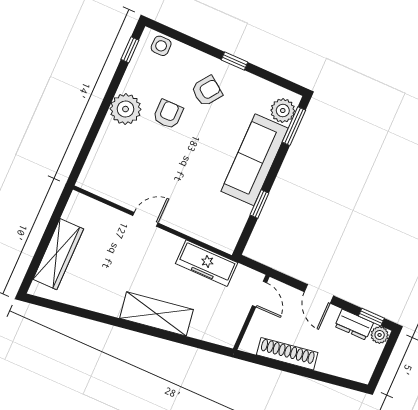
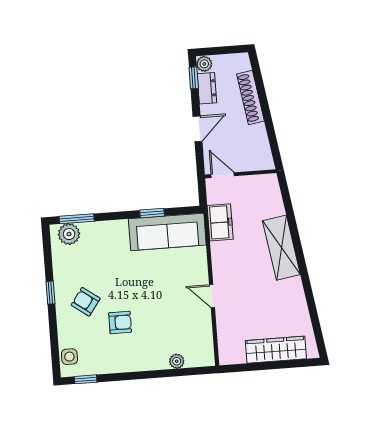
plant: (126, 109) -> (177, 361), moved, width x0.53, depth x0.53
armchair: (168, 114) -> (120, 322), turned 180
sofa: (255, 160) -> (167, 232), moved
freezer: (207, 263) -> (220, 222), width x0.71
door: (260, 294) -> (223, 175), hinge flipped
shoe rack: (287, 354) -> (250, 98), moved

